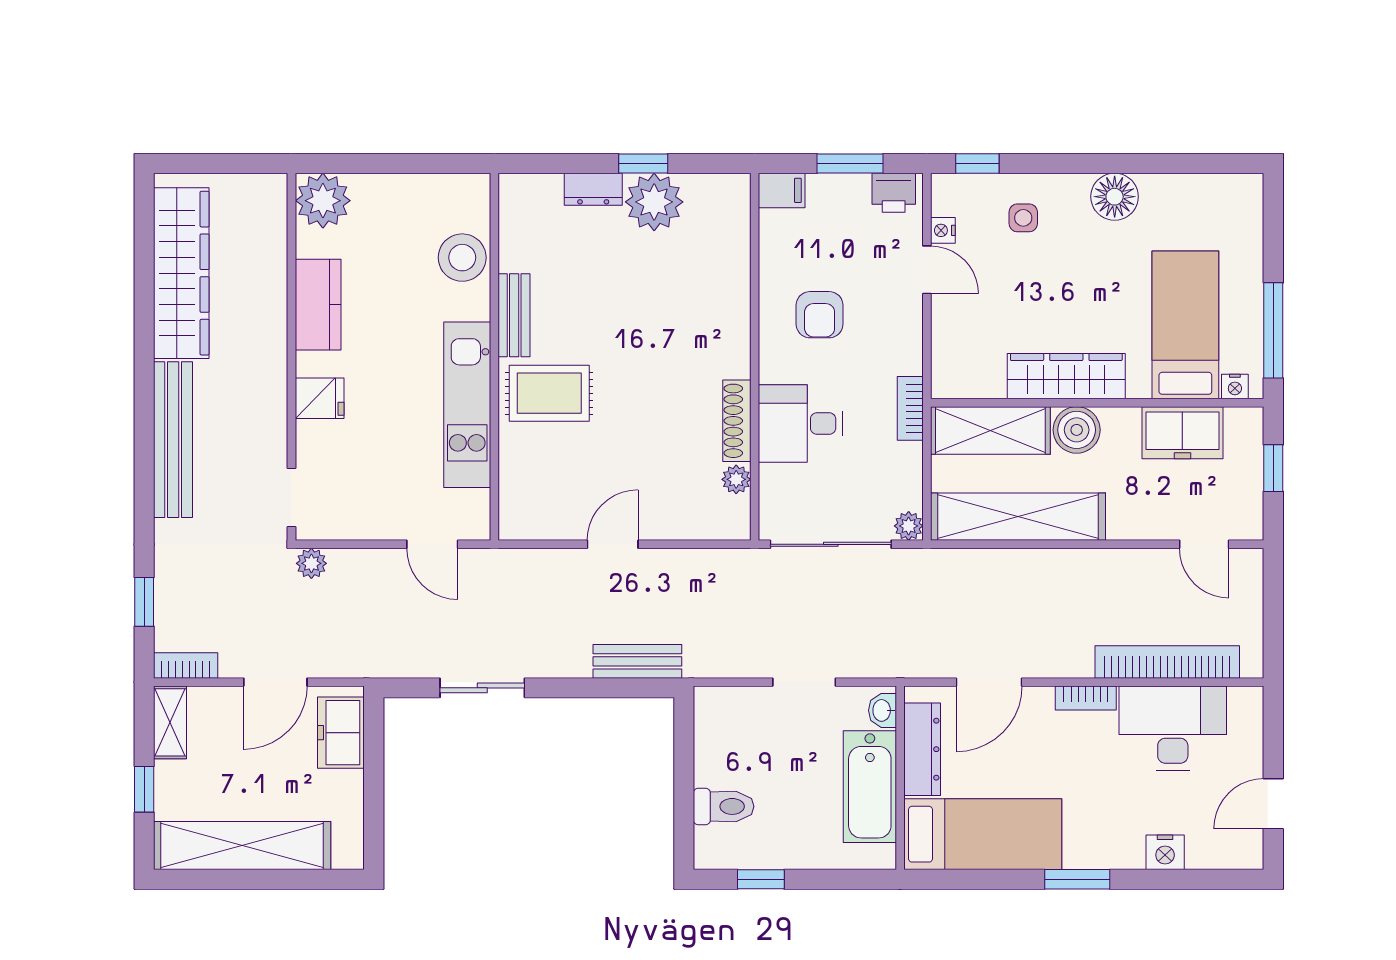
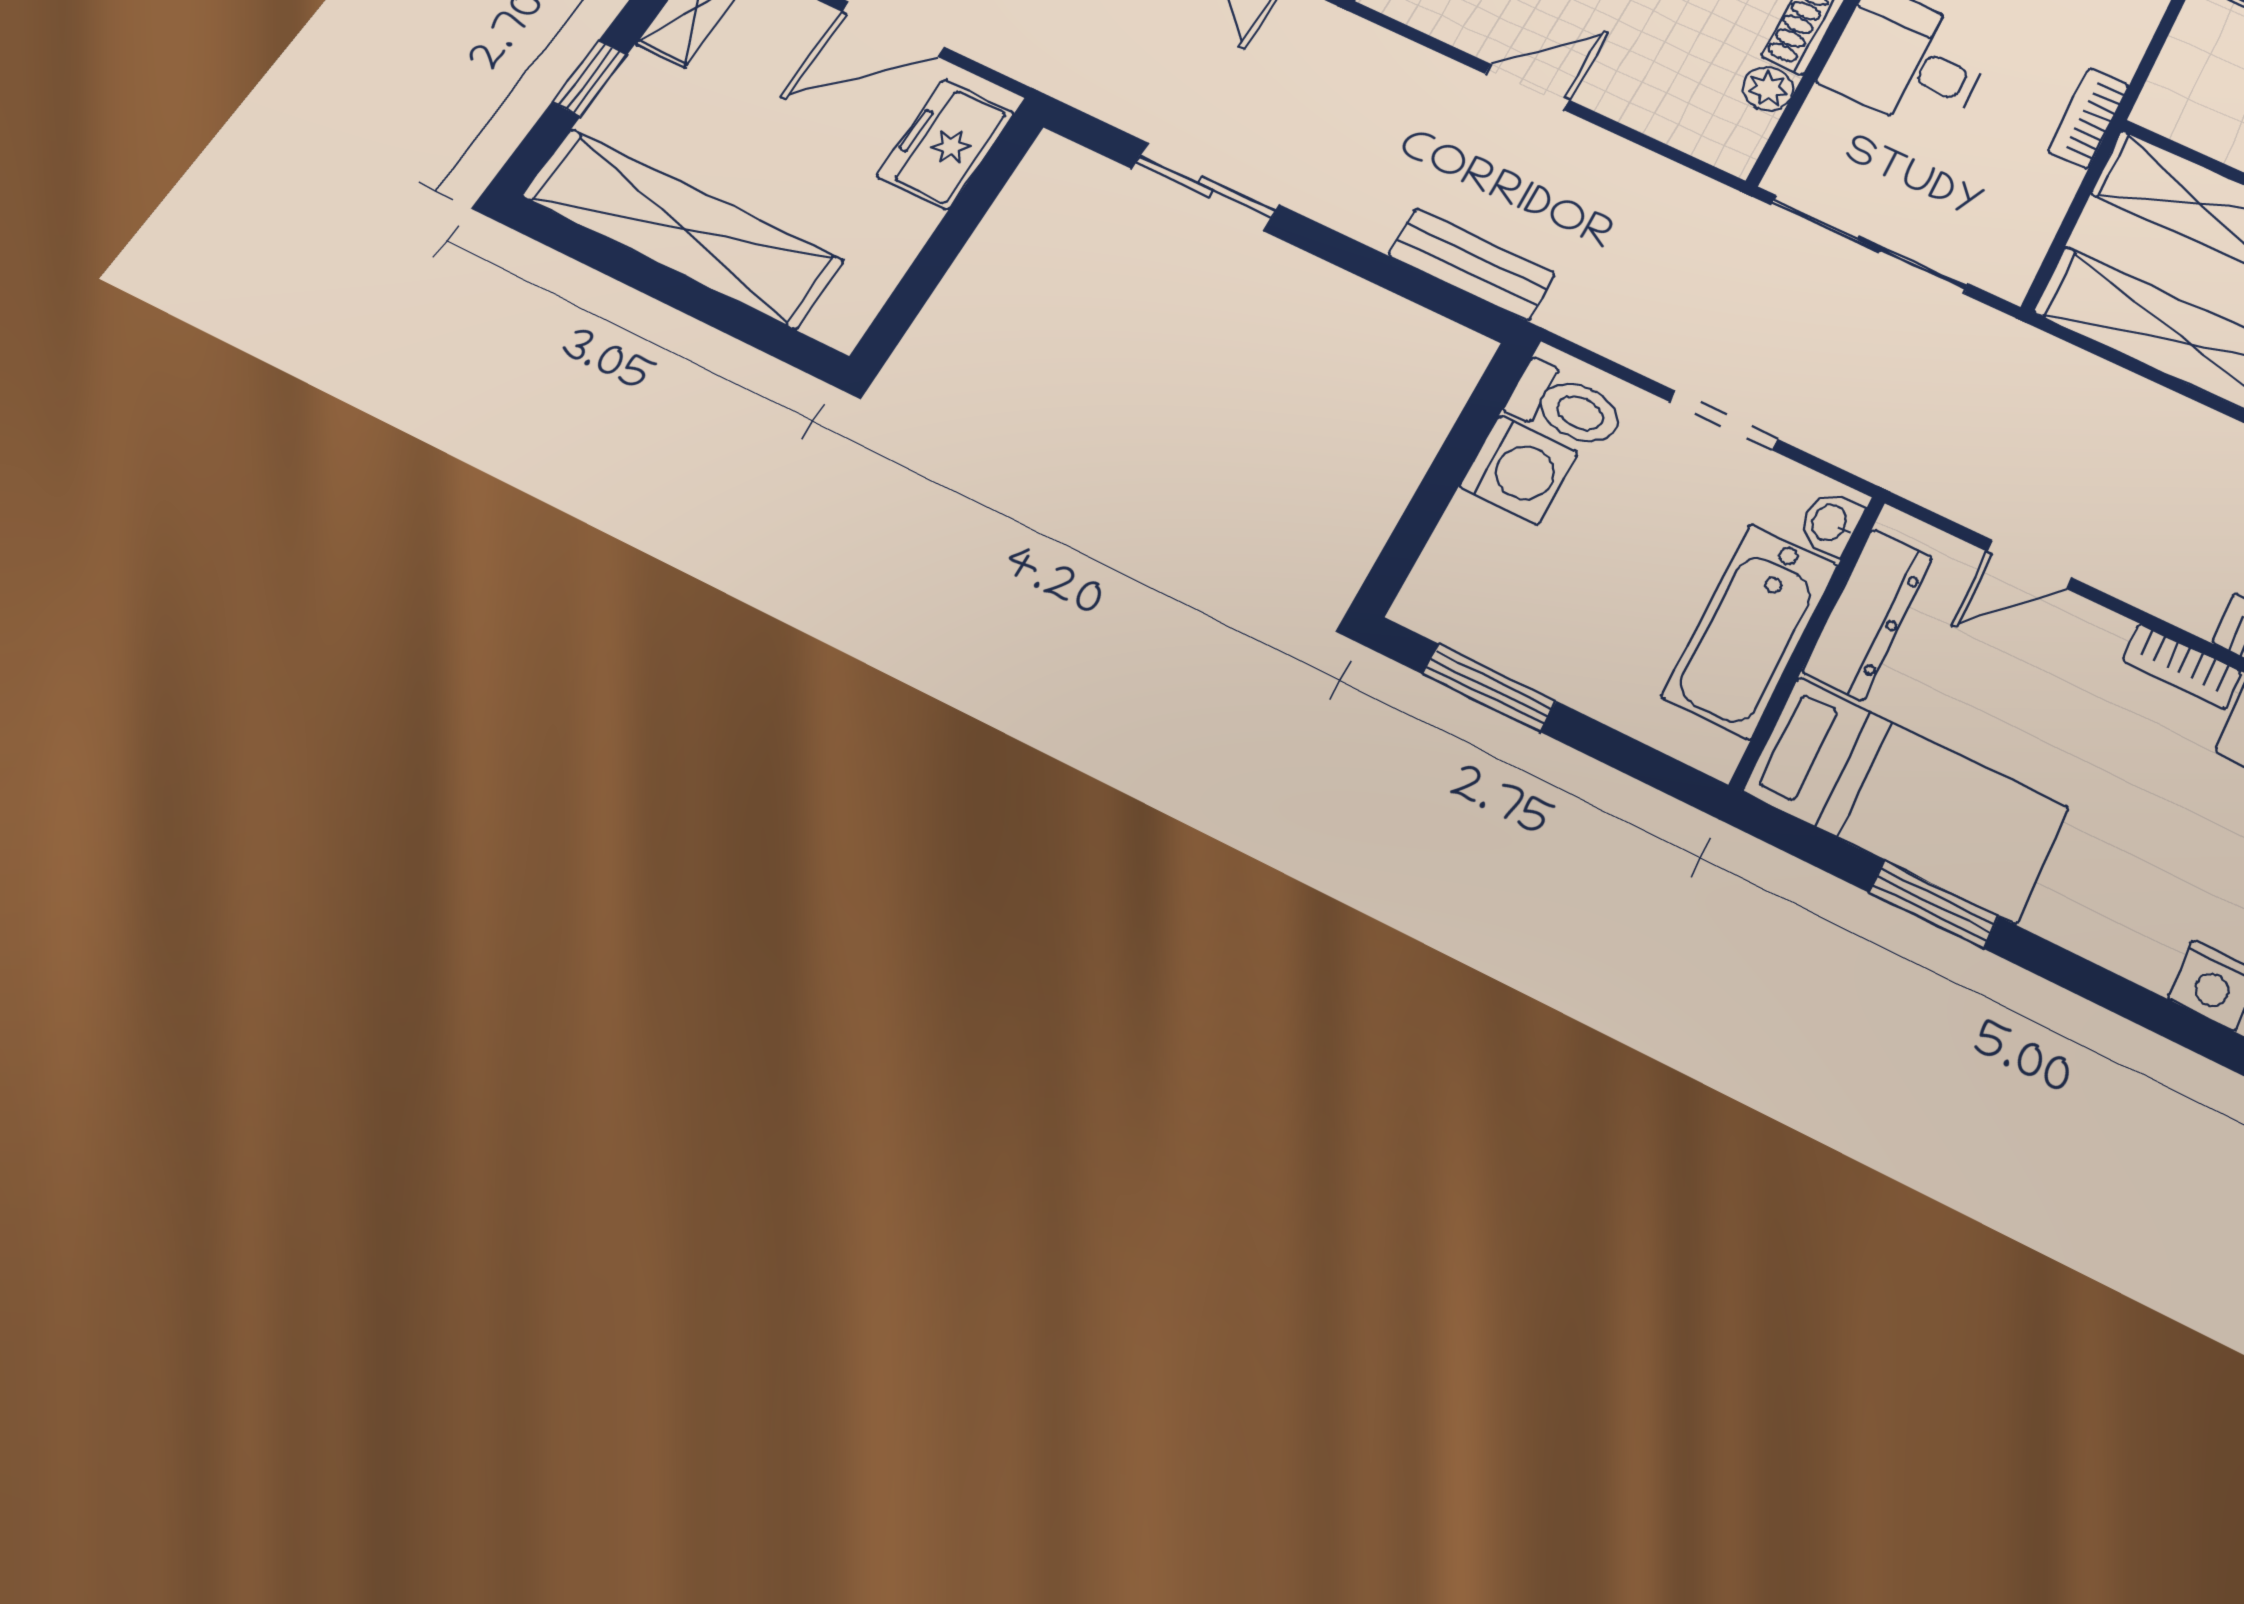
plant: (909, 526) -> (2007, 276), removed
door: (989, 682) -> (2029, 564), width x0.73
washing machine: (718, 761) -> (1519, 470), added
toilet: (724, 806) -> (1566, 407), moved
window: (761, 879) -> (1489, 688), width x1.50
window: (1077, 879) -> (1934, 905), moved

